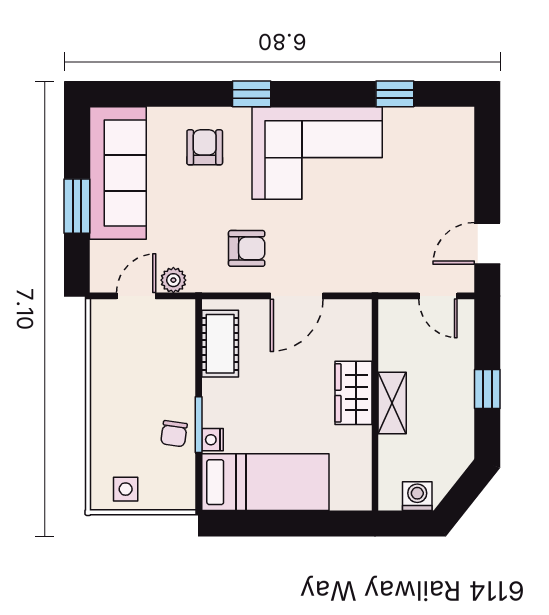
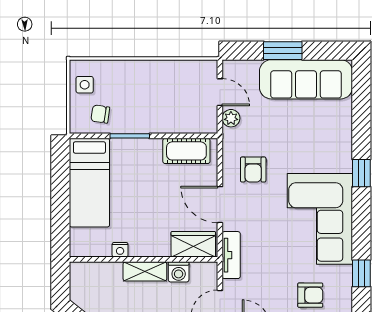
armchair: (205, 147) -> (310, 295), moved
tv unit: (369, 280) -> (231, 255), added
wardrobe: (353, 393) -> (193, 244), moved
chair: (174, 434) -> (100, 114), moved
nightstand: (213, 440) -> (120, 250), moved, turned 180
washing machine: (417, 496) -> (179, 272), moved, turned 90

